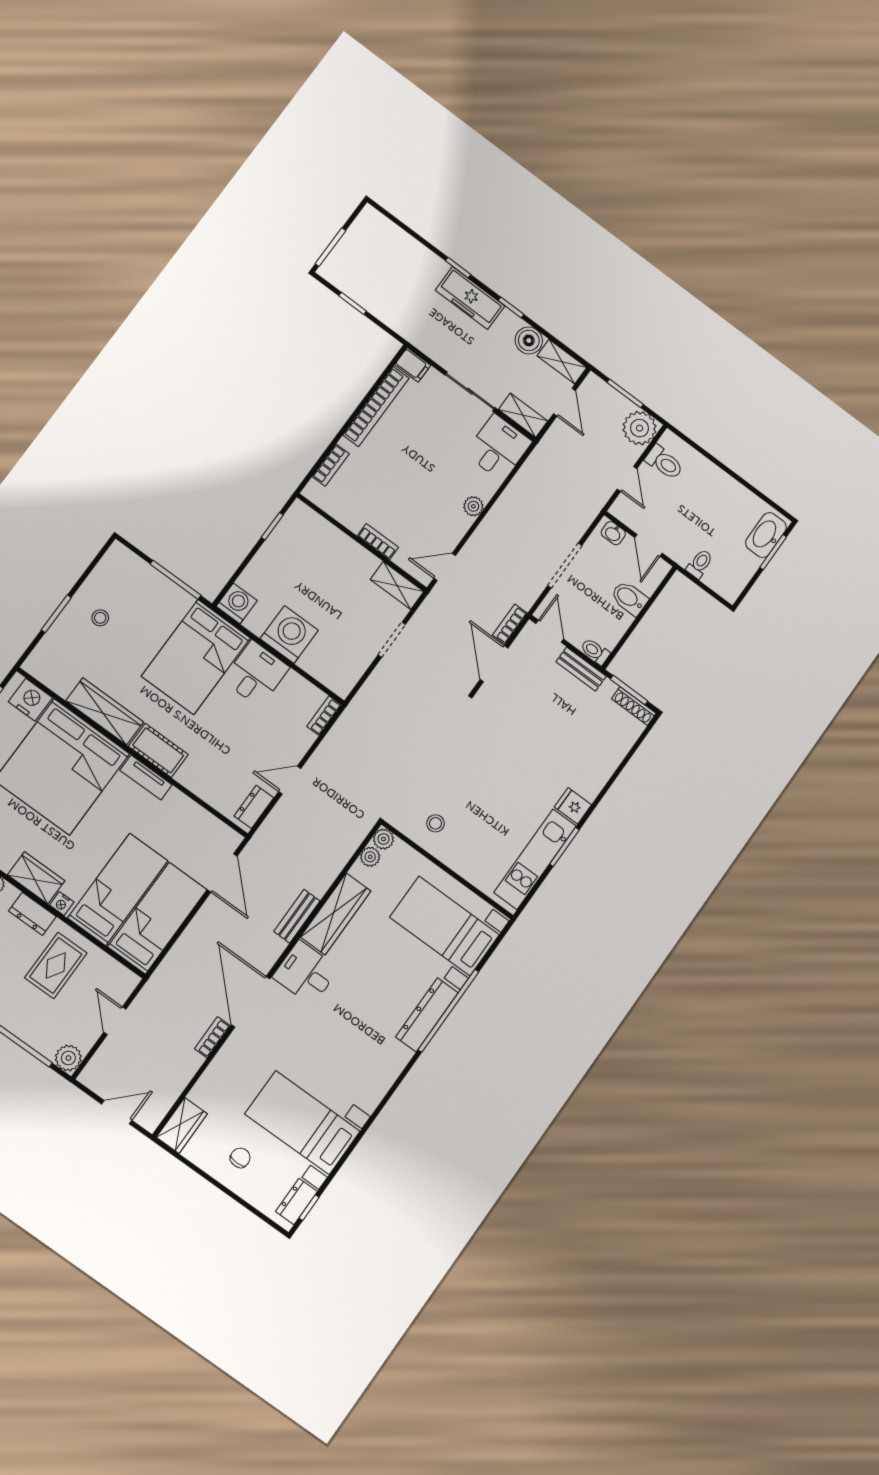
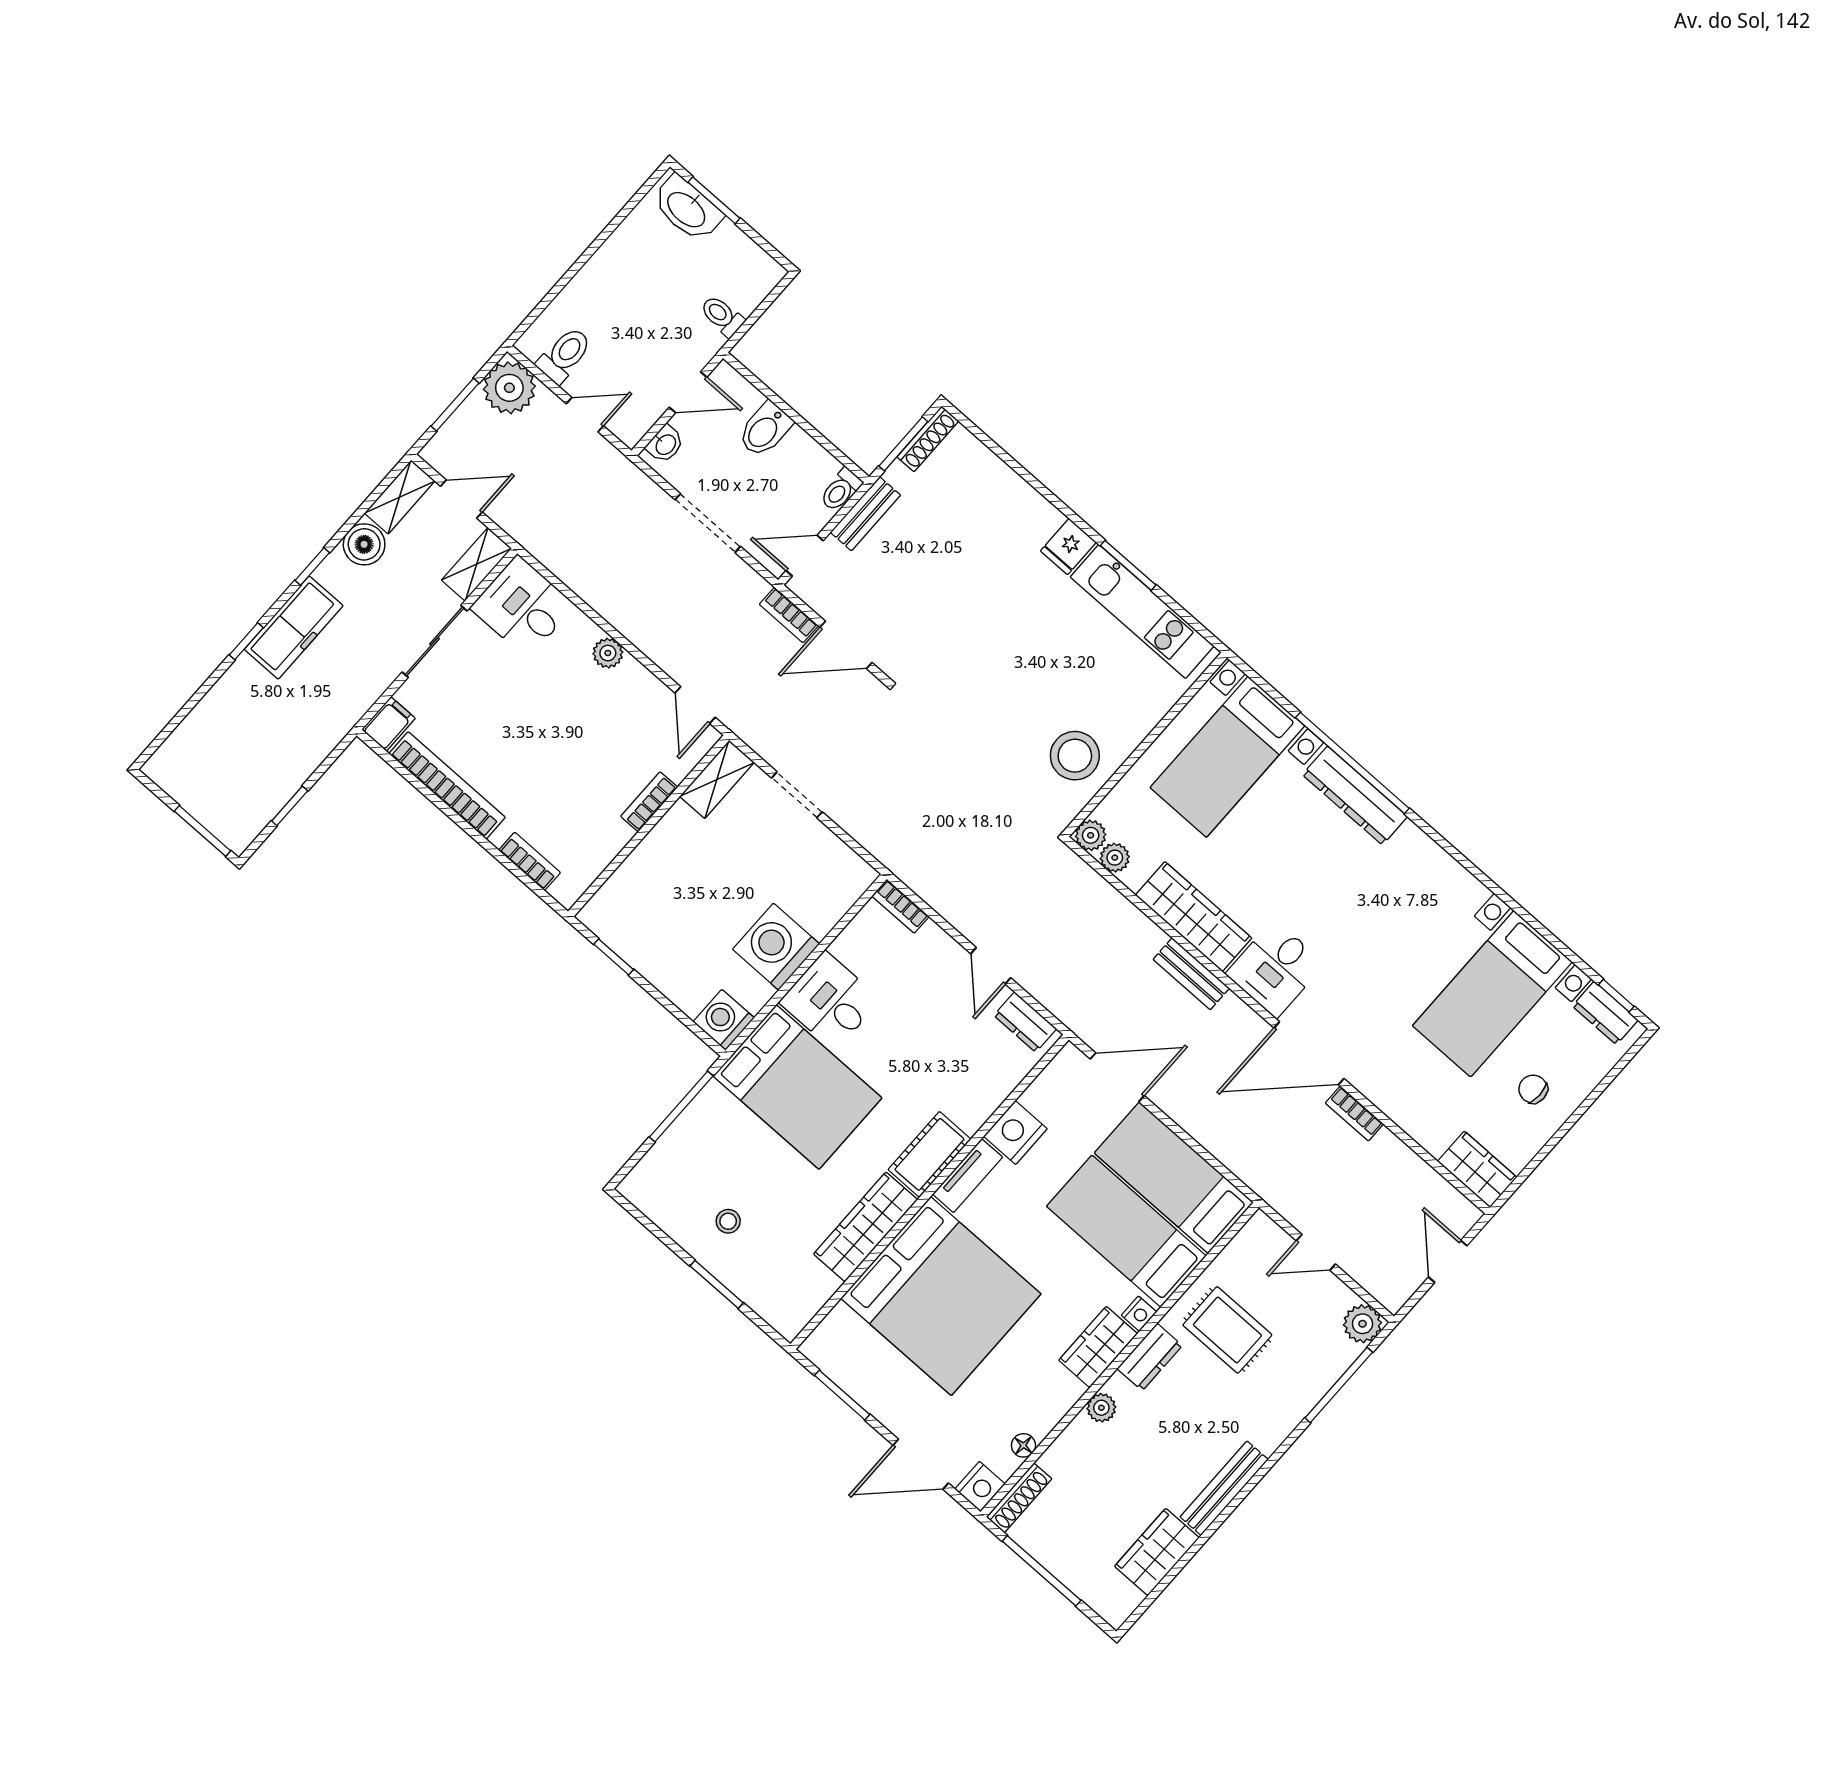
nightstand: (30, 700) -> (1015, 1133), moved
stool: (436, 823) -> (1075, 756), width x1.89, depth x1.89

